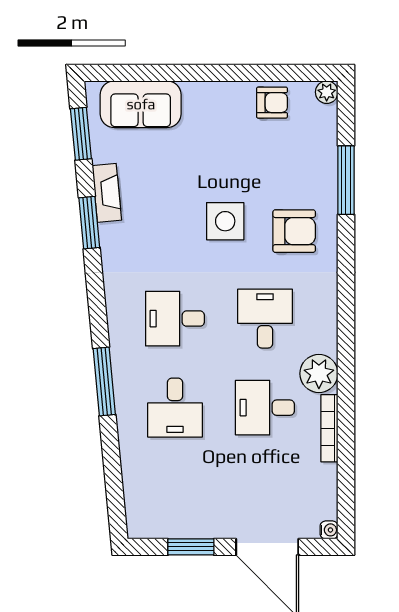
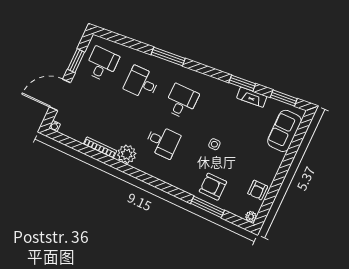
side table: (225, 221) -> (214, 144), width x0.54, depth x0.54
armchair: (294, 231) -> (213, 187), moved, turned 90
desk: (265, 408) -> (102, 64), moved

